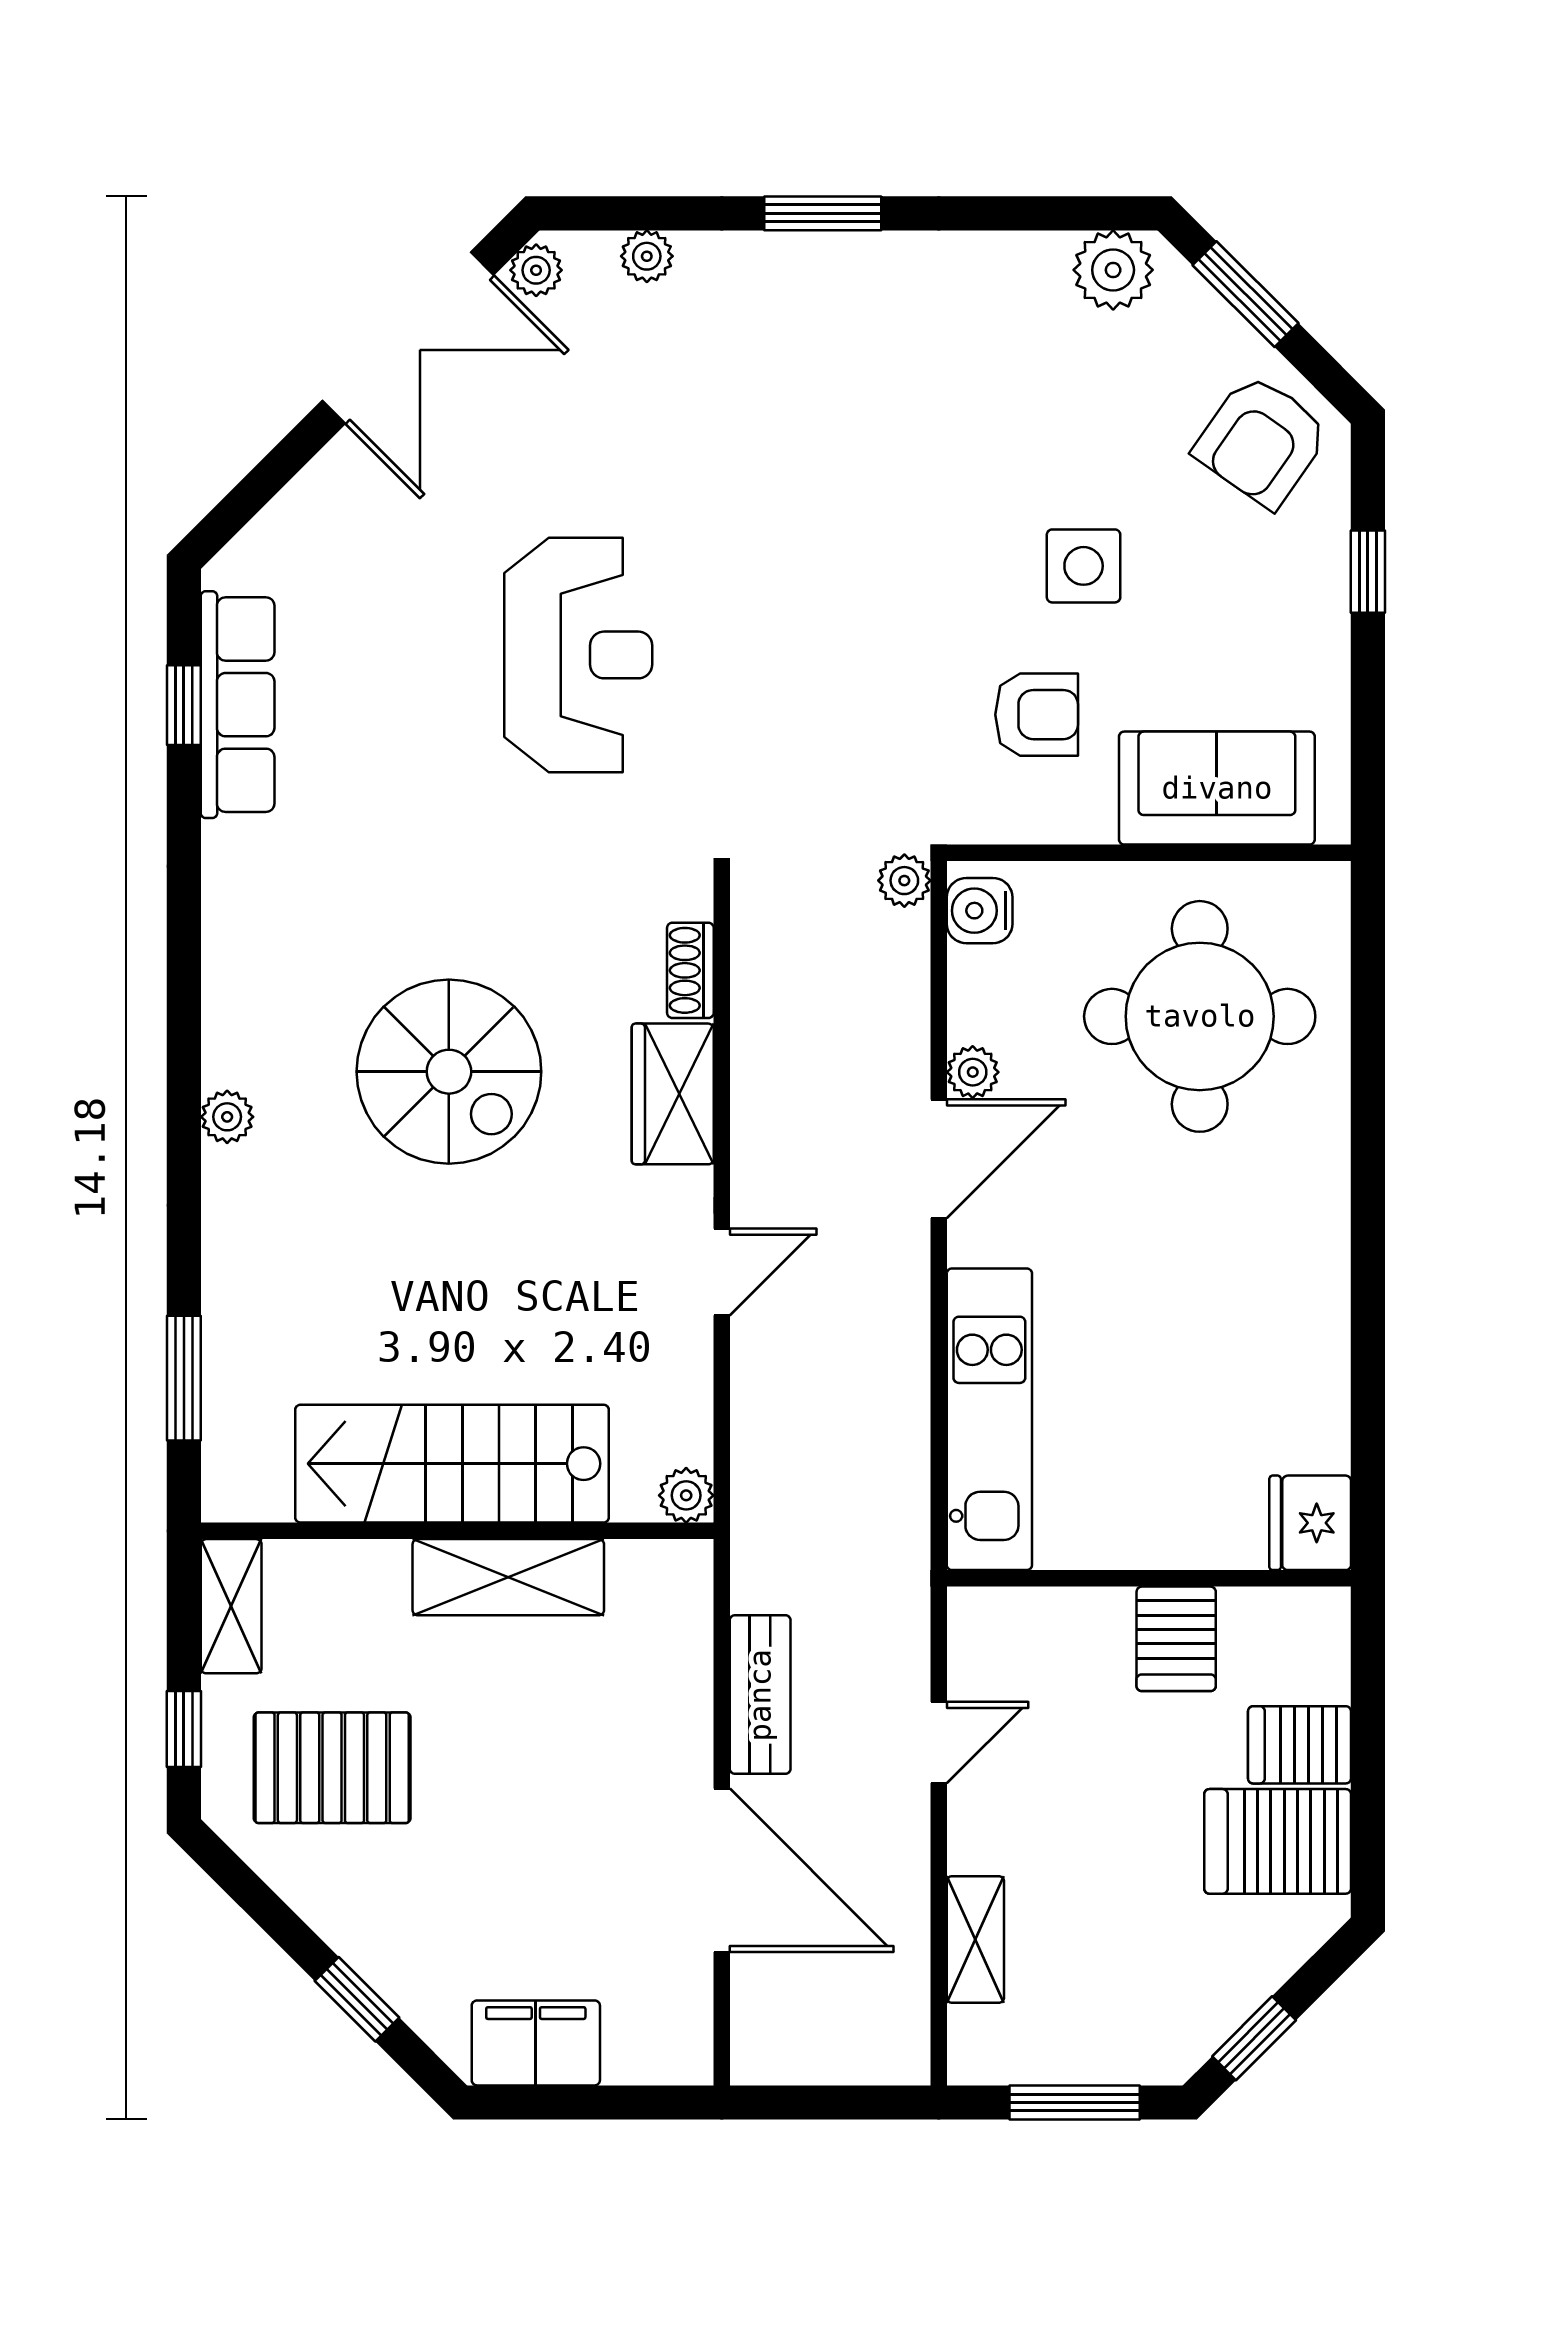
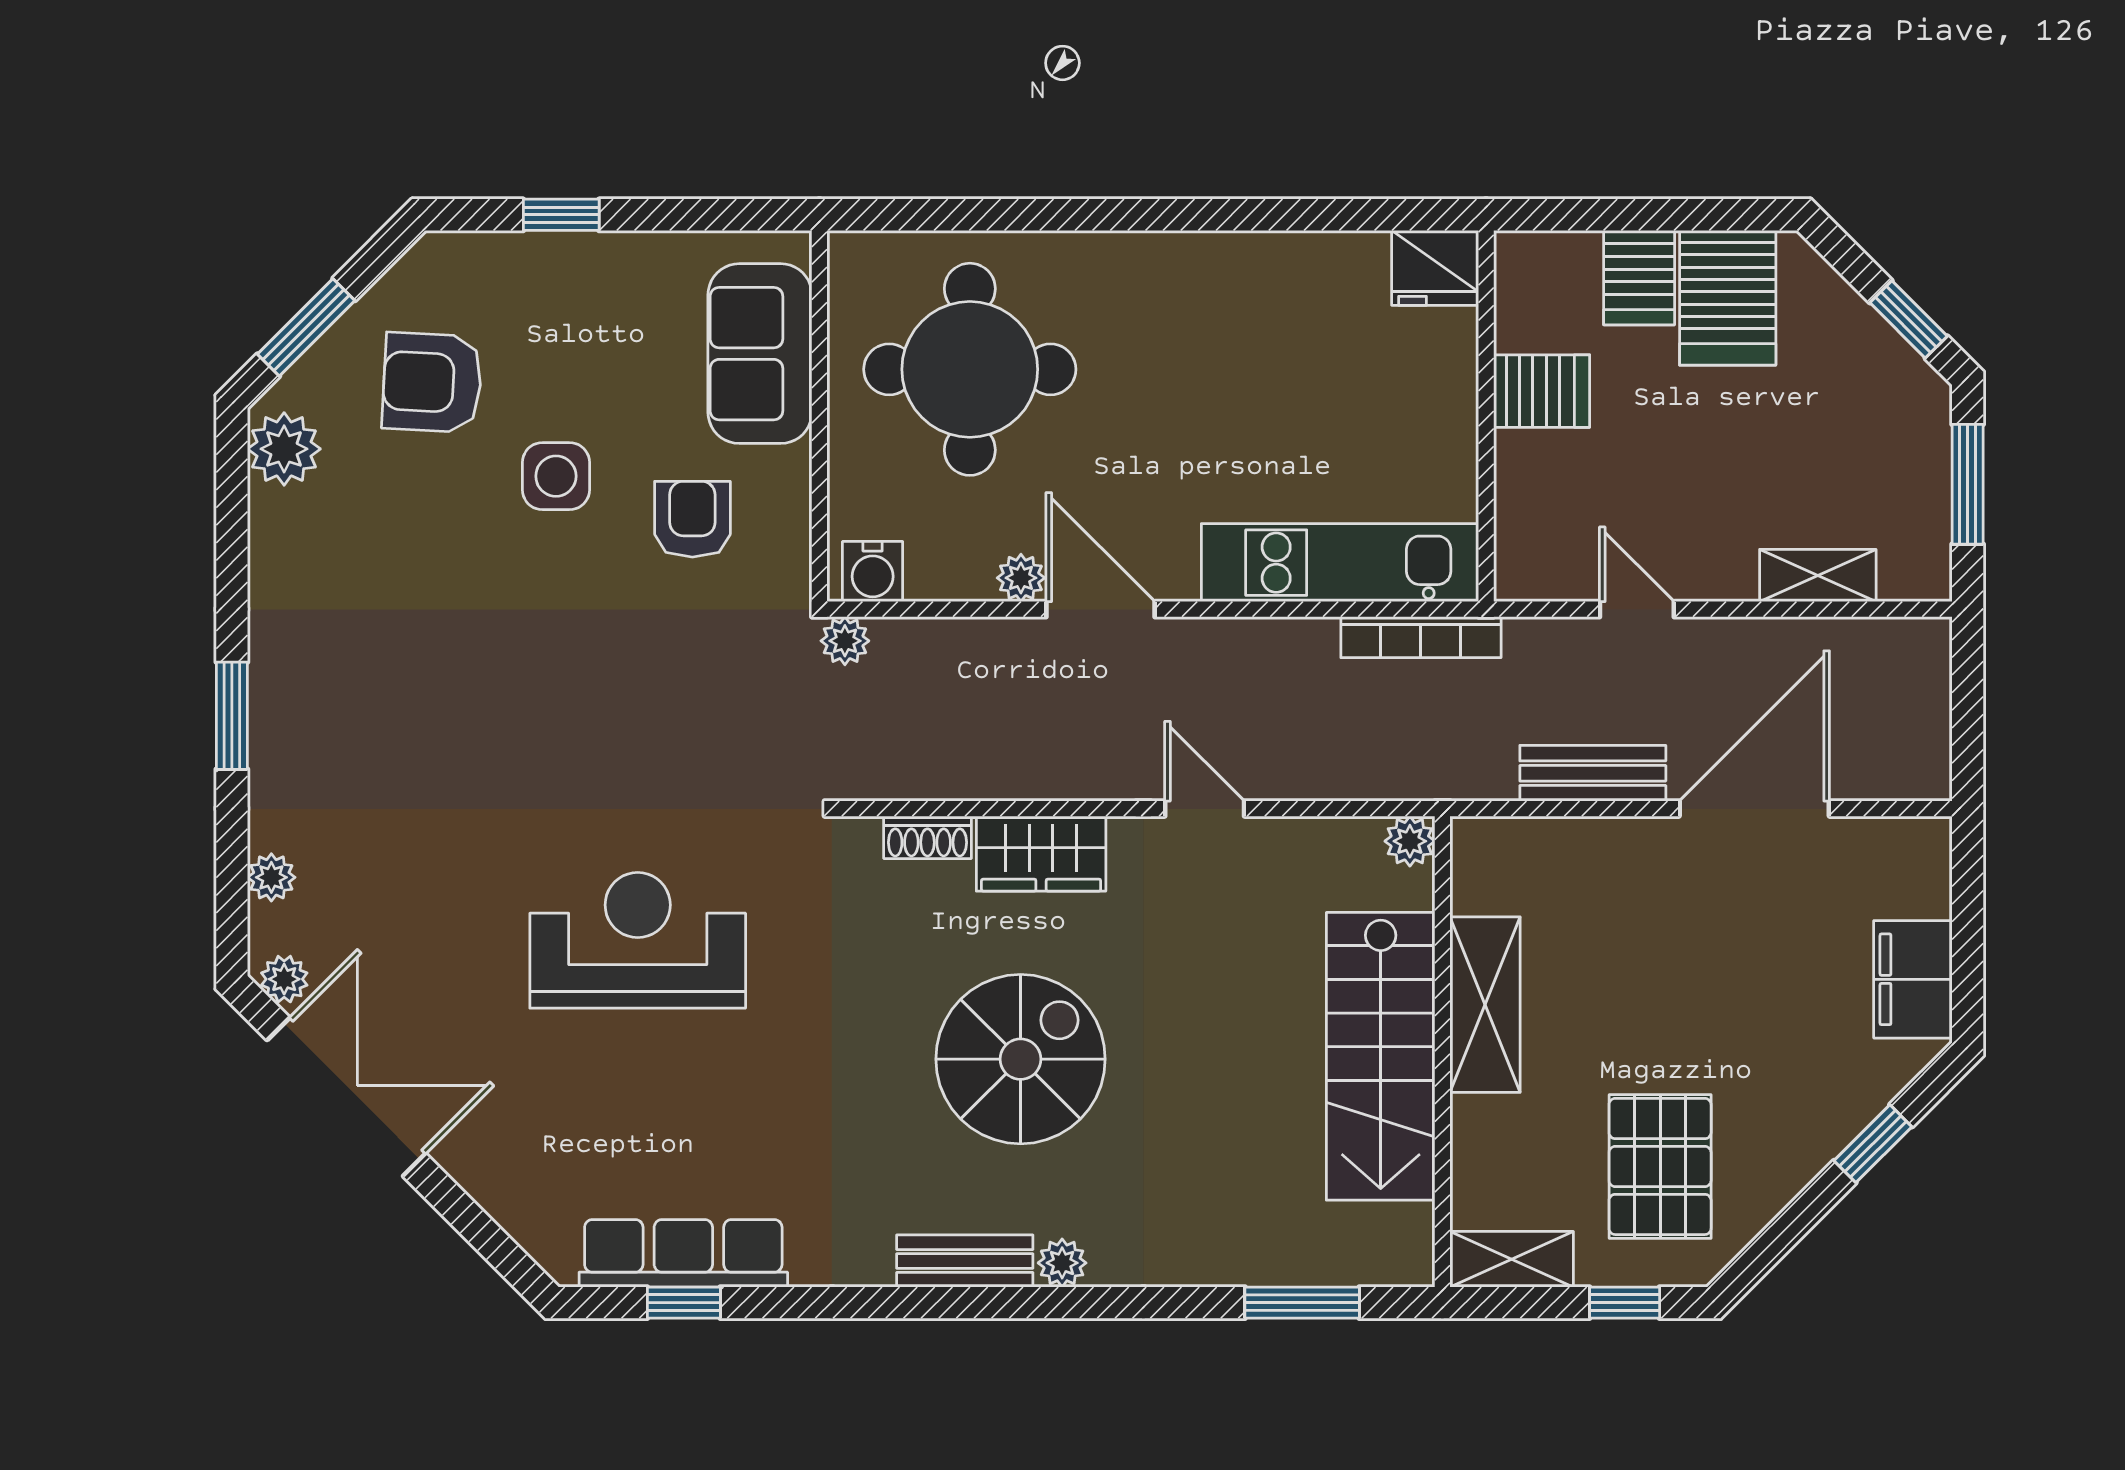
armchair: (1262, 441) -> (432, 382), moved, turned 148
bench: (229, 1011) -> (965, 1261), added
bookcase: (908, 1507) -> (1421, 637), added

